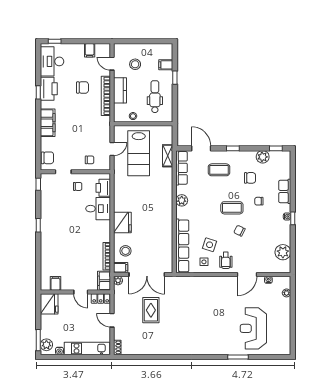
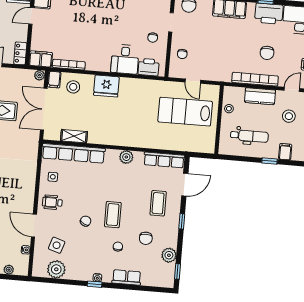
shelving: (168, 156) -> (74, 136), moved
side table: (210, 245) -> (57, 245), moved
door: (81, 292) -> (31, 16), moved

